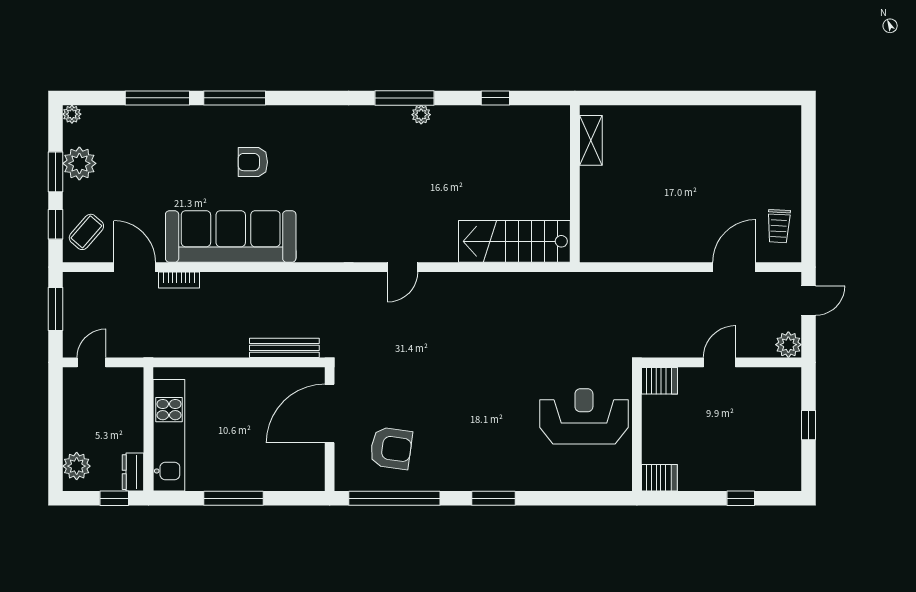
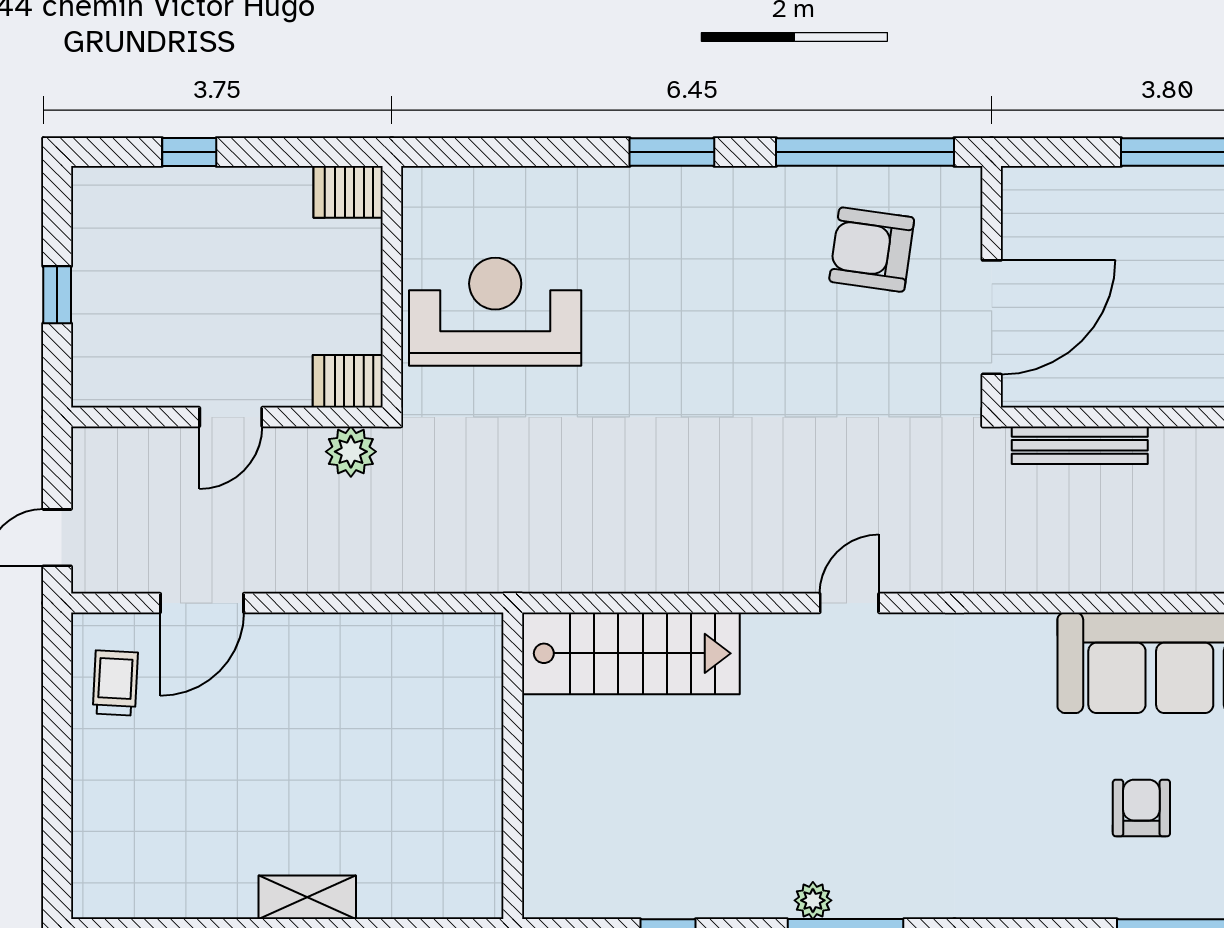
shelving: (591, 140) -> (307, 897), moved, turned 90
armchair: (253, 162) -> (1141, 808), turned -90
plant: (788, 345) -> (351, 452), moved
reception desk: (584, 416) -> (495, 312), turned 180

